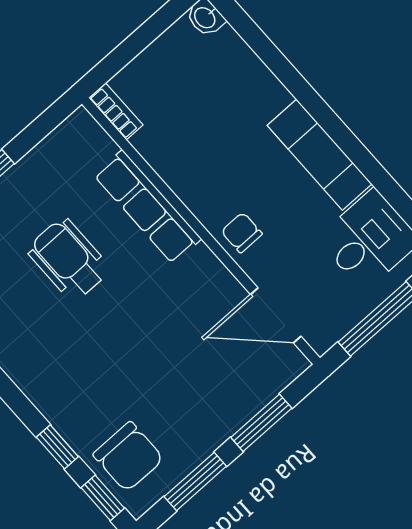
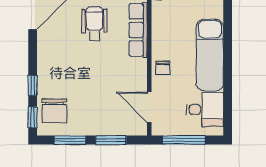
exam couch: (320, 155) -> (210, 55), width x1.36, depth x1.45
chair: (242, 233) -> (163, 68), turned 180

